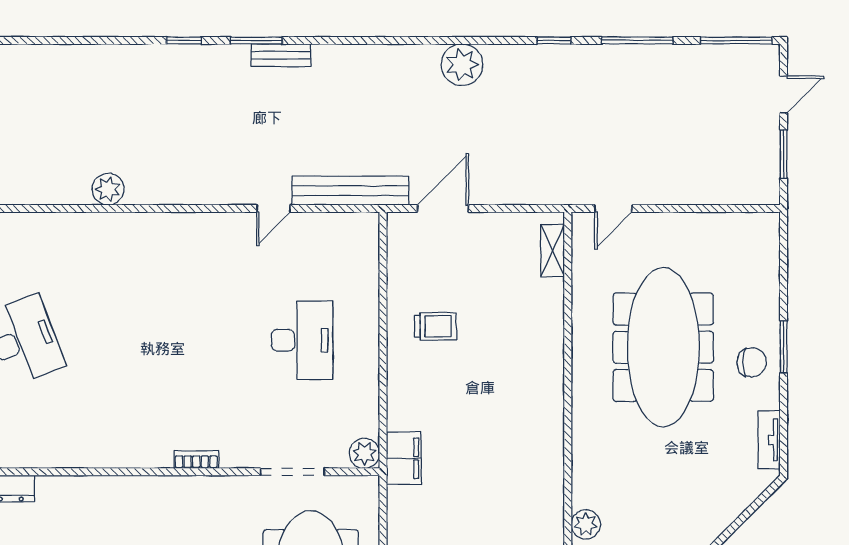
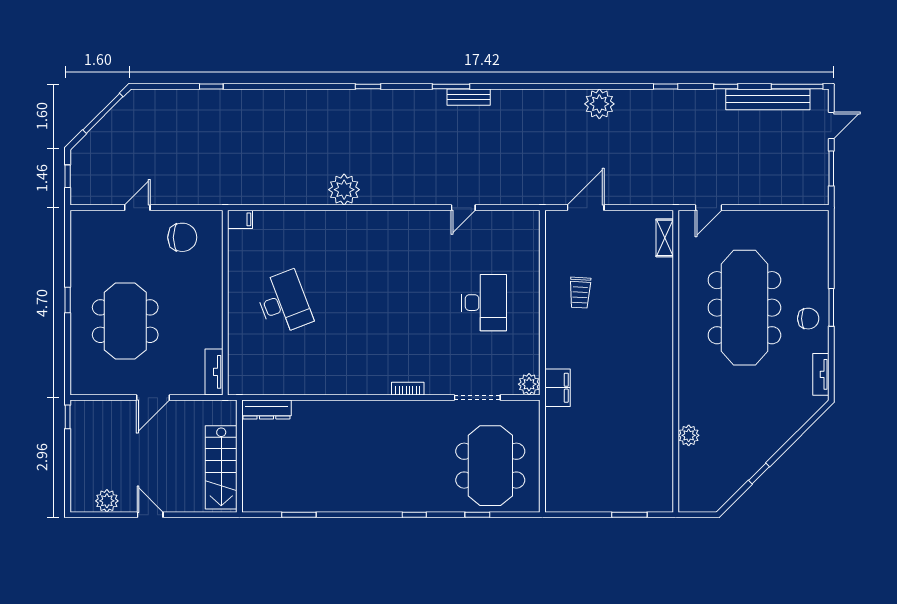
window: (184, 40) -> (368, 86), moved
window: (637, 40) -> (726, 86), width x0.46
plant: (108, 189) -> (344, 190), width x1.36, depth x1.36
bench: (350, 191) -> (768, 99), moved
trolley: (435, 326) -> (580, 293), turned 93

